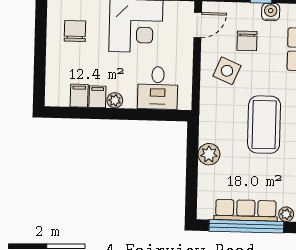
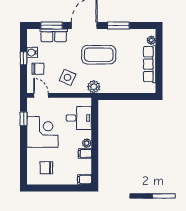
chair: (247, 41) -> (38, 69), moved
filing cabinet: (79, 96) -> (84, 179), moved
plant: (209, 154) -> (94, 87), moved
window: (246, 226) -> (159, 64), removed

